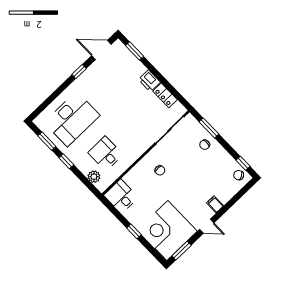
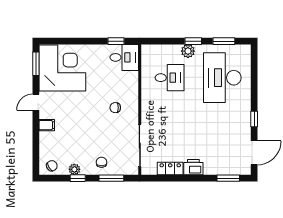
plant: (227, 158) -> (74, 169), added
window: (243, 163) -> (78, 178), moved
plant: (94, 177) -> (188, 51), moved
window: (134, 231) -> (116, 41), moved

